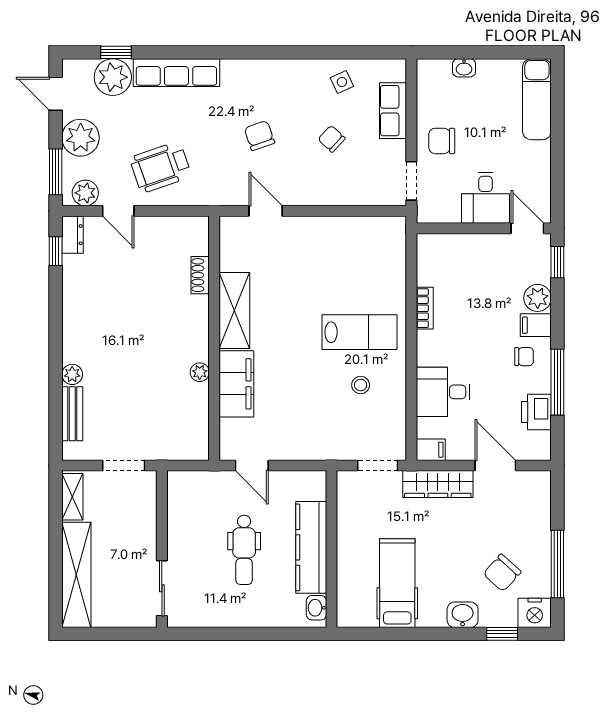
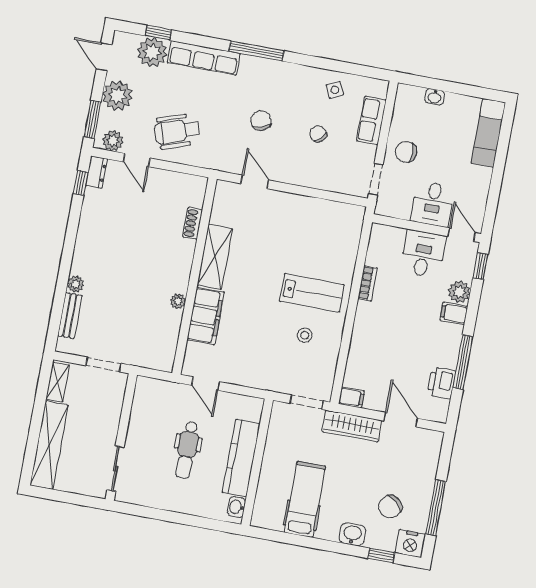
window: (238, 52) -> (256, 51), added
chair: (524, 357) -> (440, 337), removed
desk: (443, 392) -> (423, 254), moved, turned 90

